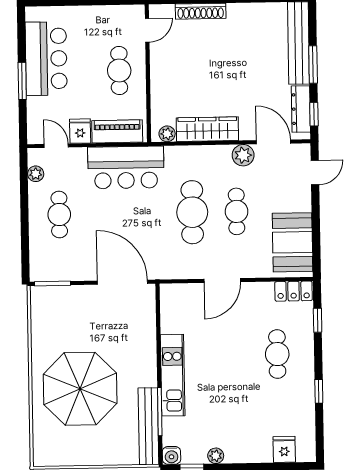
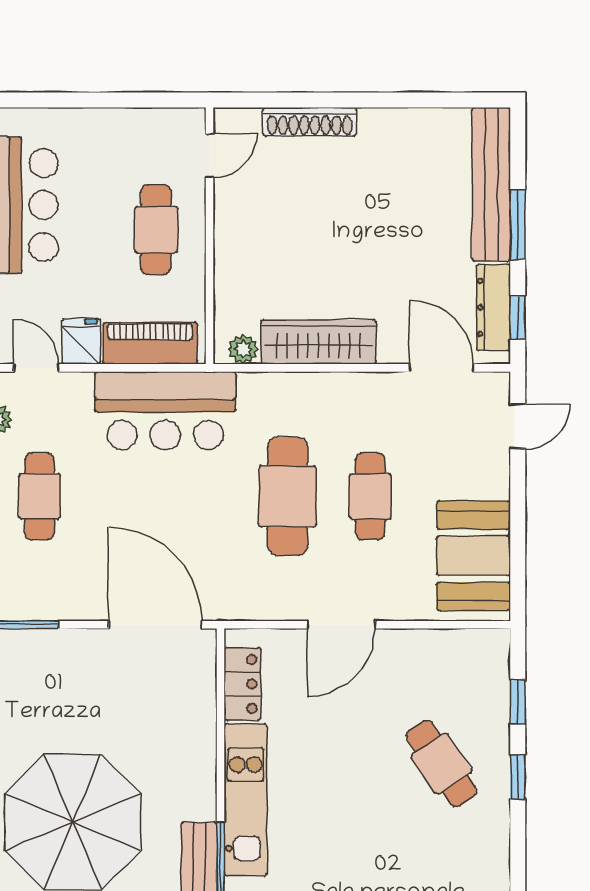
plant: (243, 155) -> (384, 392), removed
locker: (294, 291) -> (243, 684), moved, turned -90
cafe table: (277, 354) -> (441, 764), turned -34
window: (319, 391) -> (518, 777), moved

